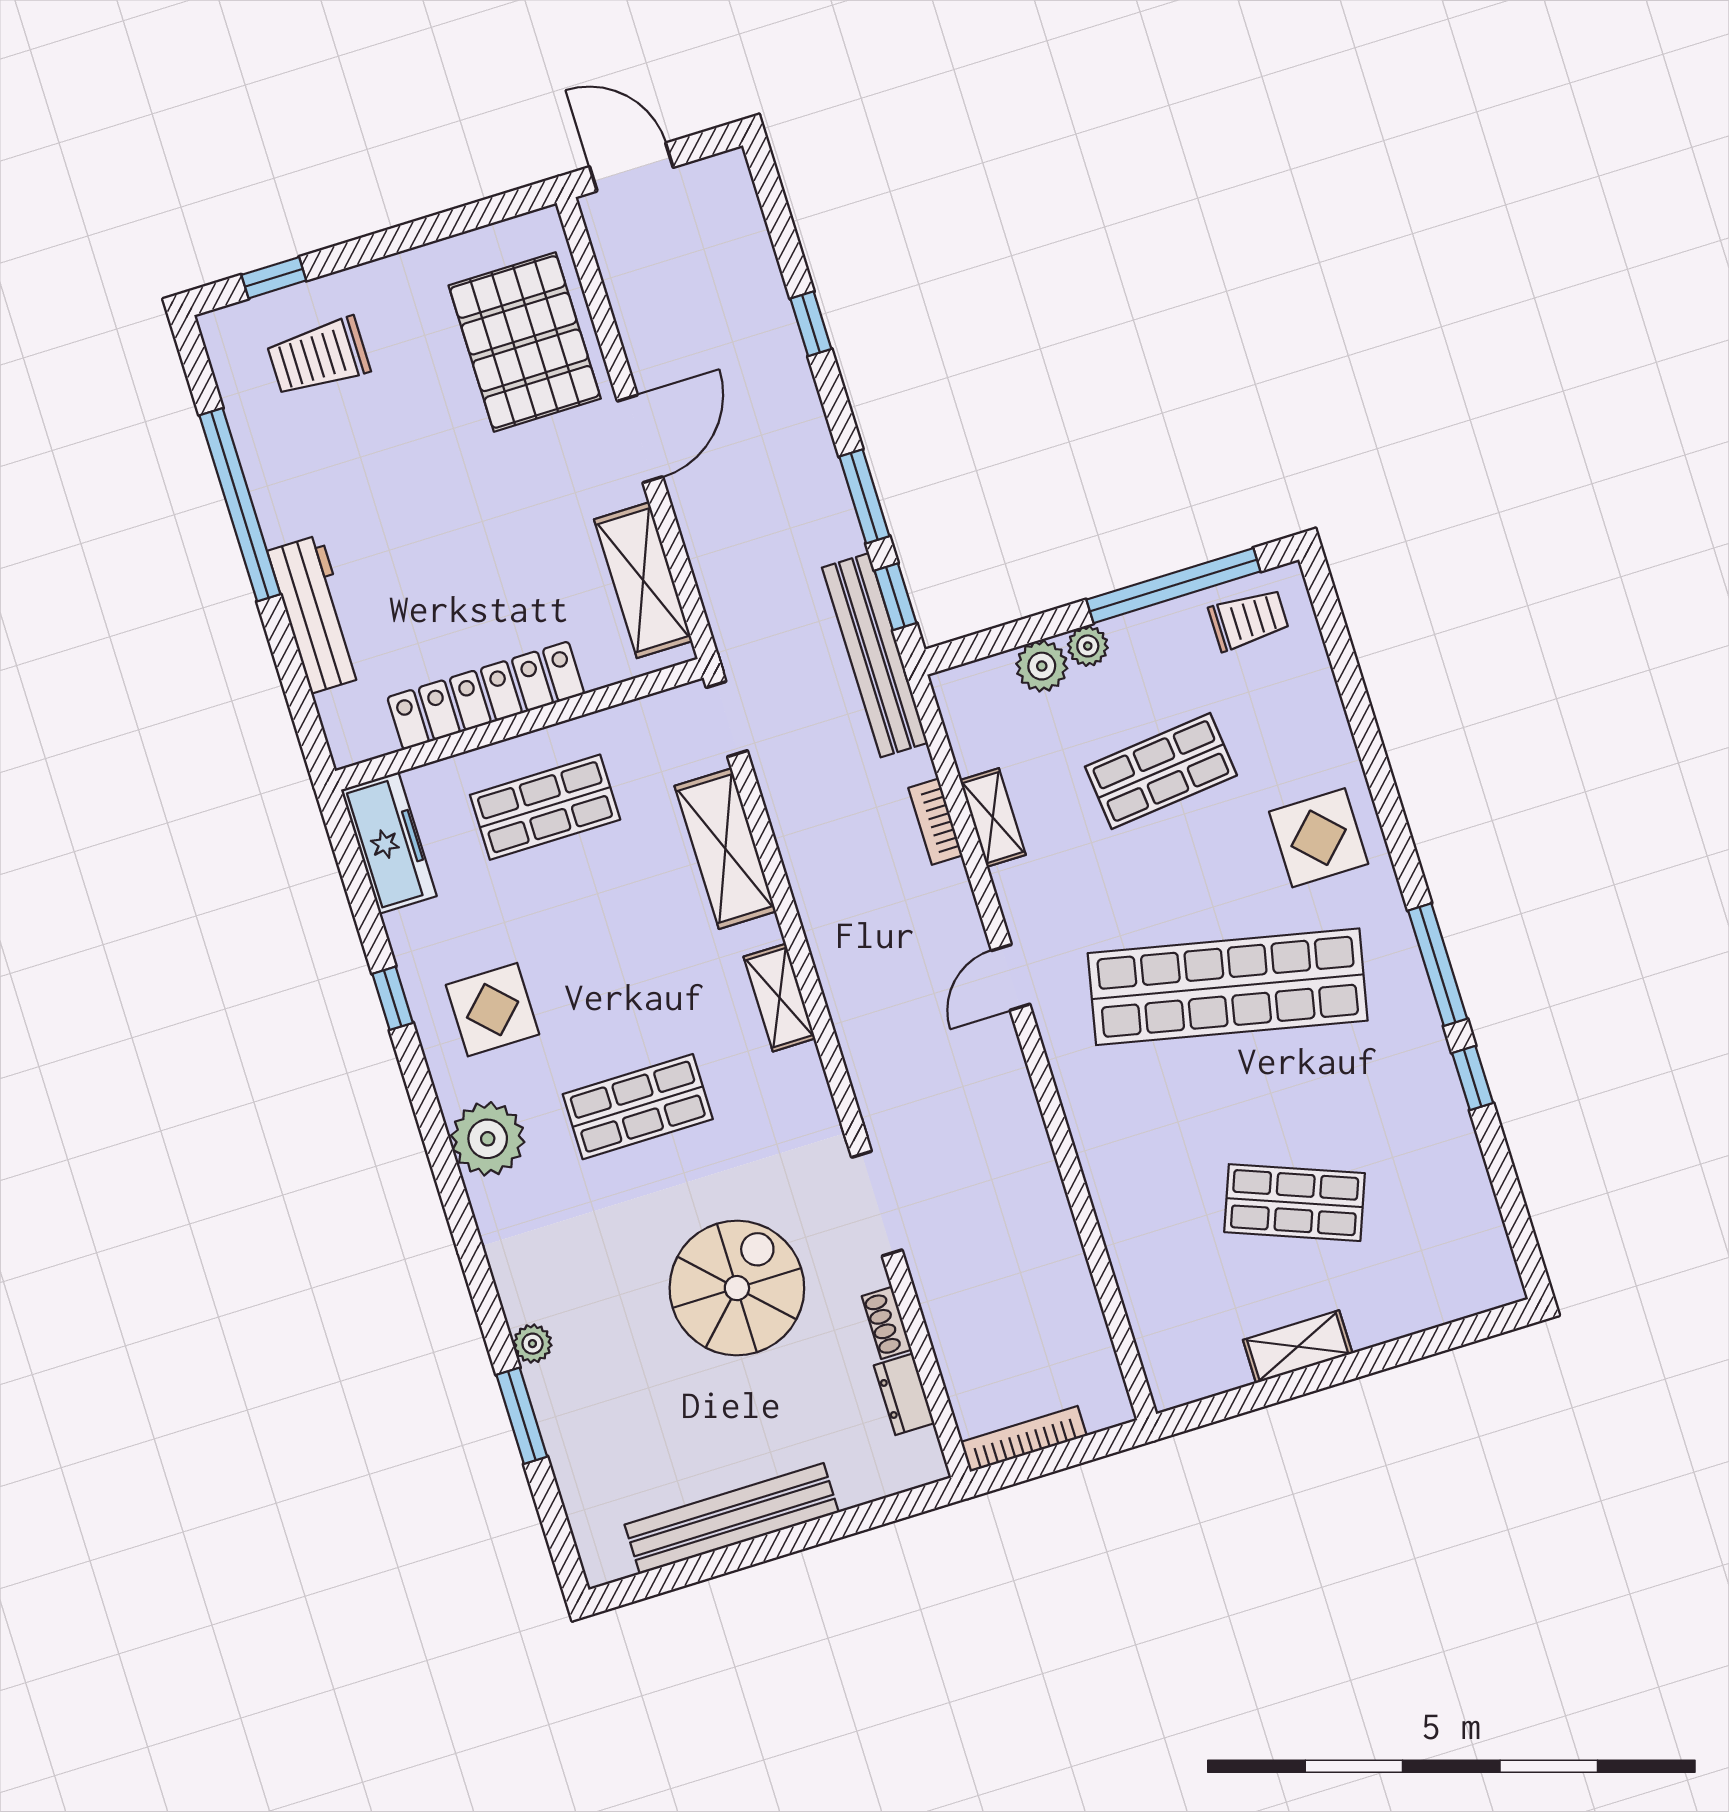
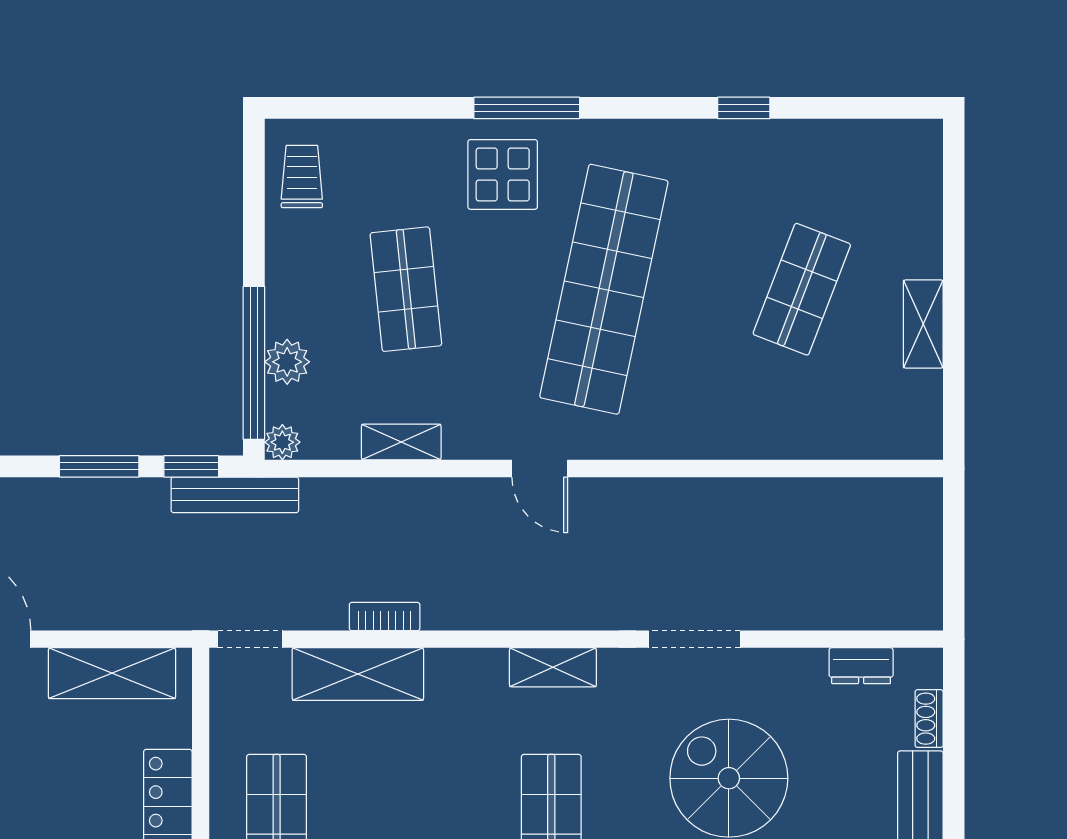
window: (1173, 586) -> (254, 363), moved
plant: (1088, 646) -> (282, 442), moved
bench: (875, 655) -> (235, 495), width x0.73, depth x0.82
bookcase: (935, 822) -> (385, 617), moved, turned 180
window: (1438, 965) -> (527, 108), moved
shelving: (779, 998) -> (553, 667), moved
shoe rack: (887, 1323) -> (929, 719), moved, turned 90
bookcase: (1024, 1439) -> (929, 577), removed

